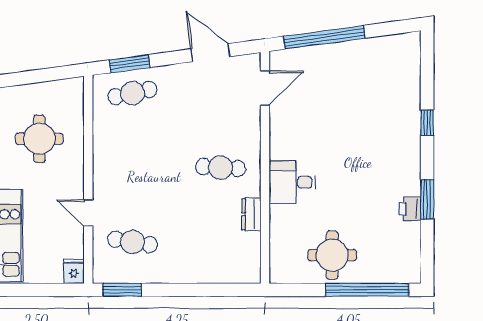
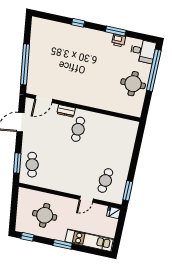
door: (265, 88) -> (44, 99), swing flipped
desk: (292, 182) -> (143, 51), moved, turned -90
dresser: (251, 214) -> (66, 111), moved

